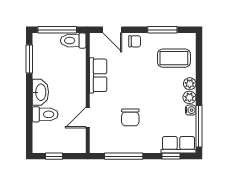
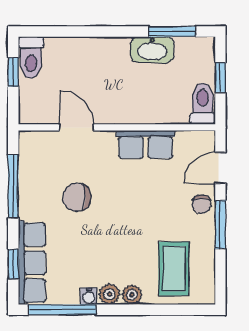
window: (57, 30) -> (220, 77), width x0.46
window: (162, 30) -> (220, 225), moved
washbasin: (40, 92) -> (152, 50), moved
toilet: (45, 114) -> (31, 57), moved
row of seats: (179, 145) -> (32, 263), width x1.48

